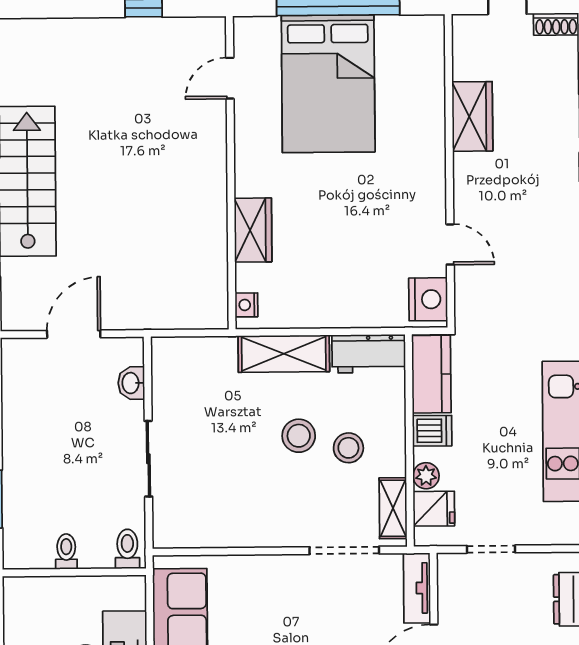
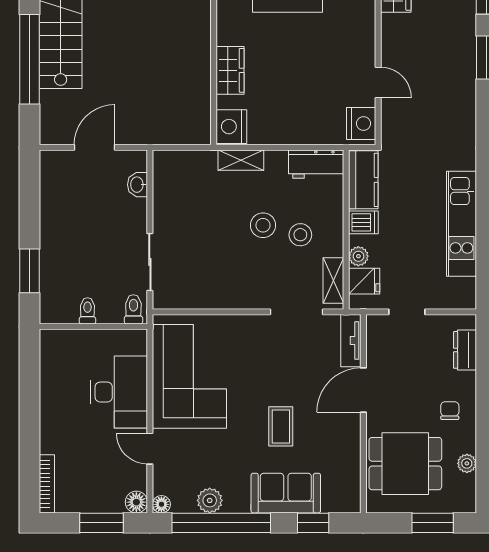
nightstand: (246, 305) -> (231, 127), width x1.89, depth x1.79
shelving: (284, 354) -> (241, 160), width x0.67, depth x0.75
sliding door: (148, 459) -> (150, 262), moved

